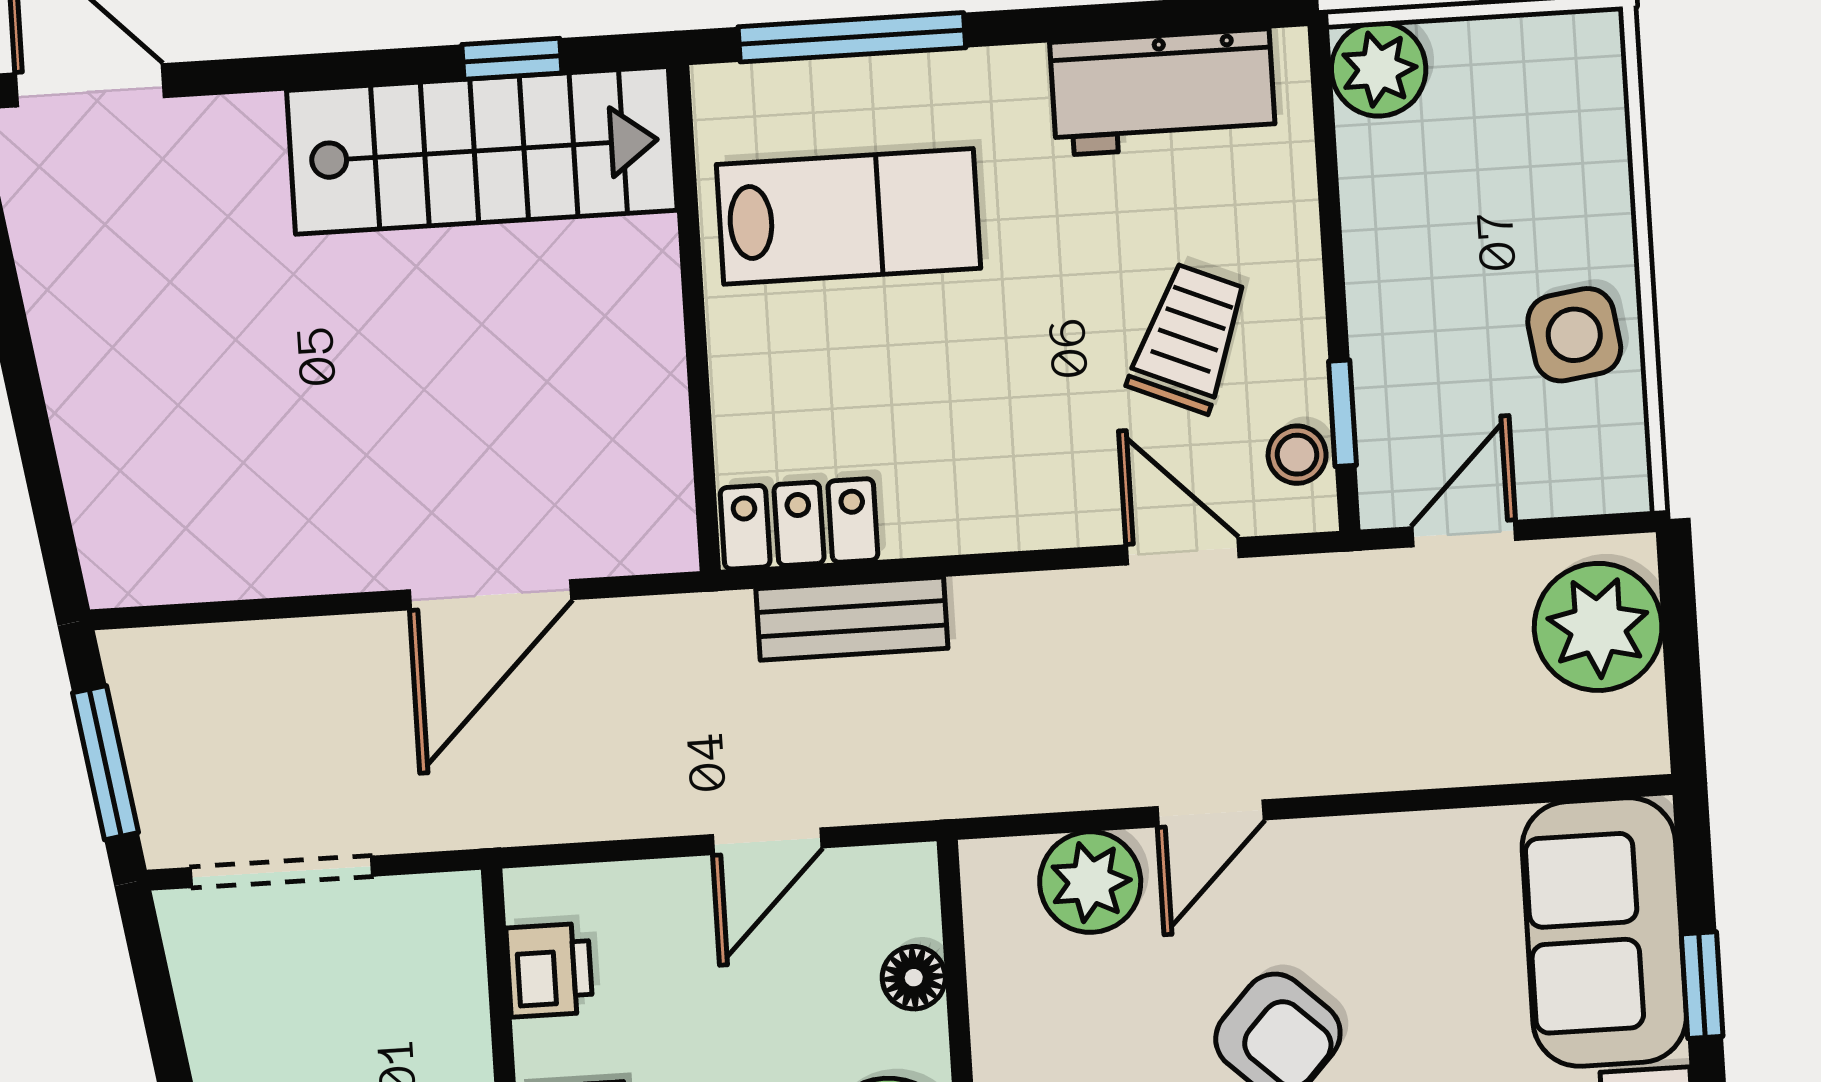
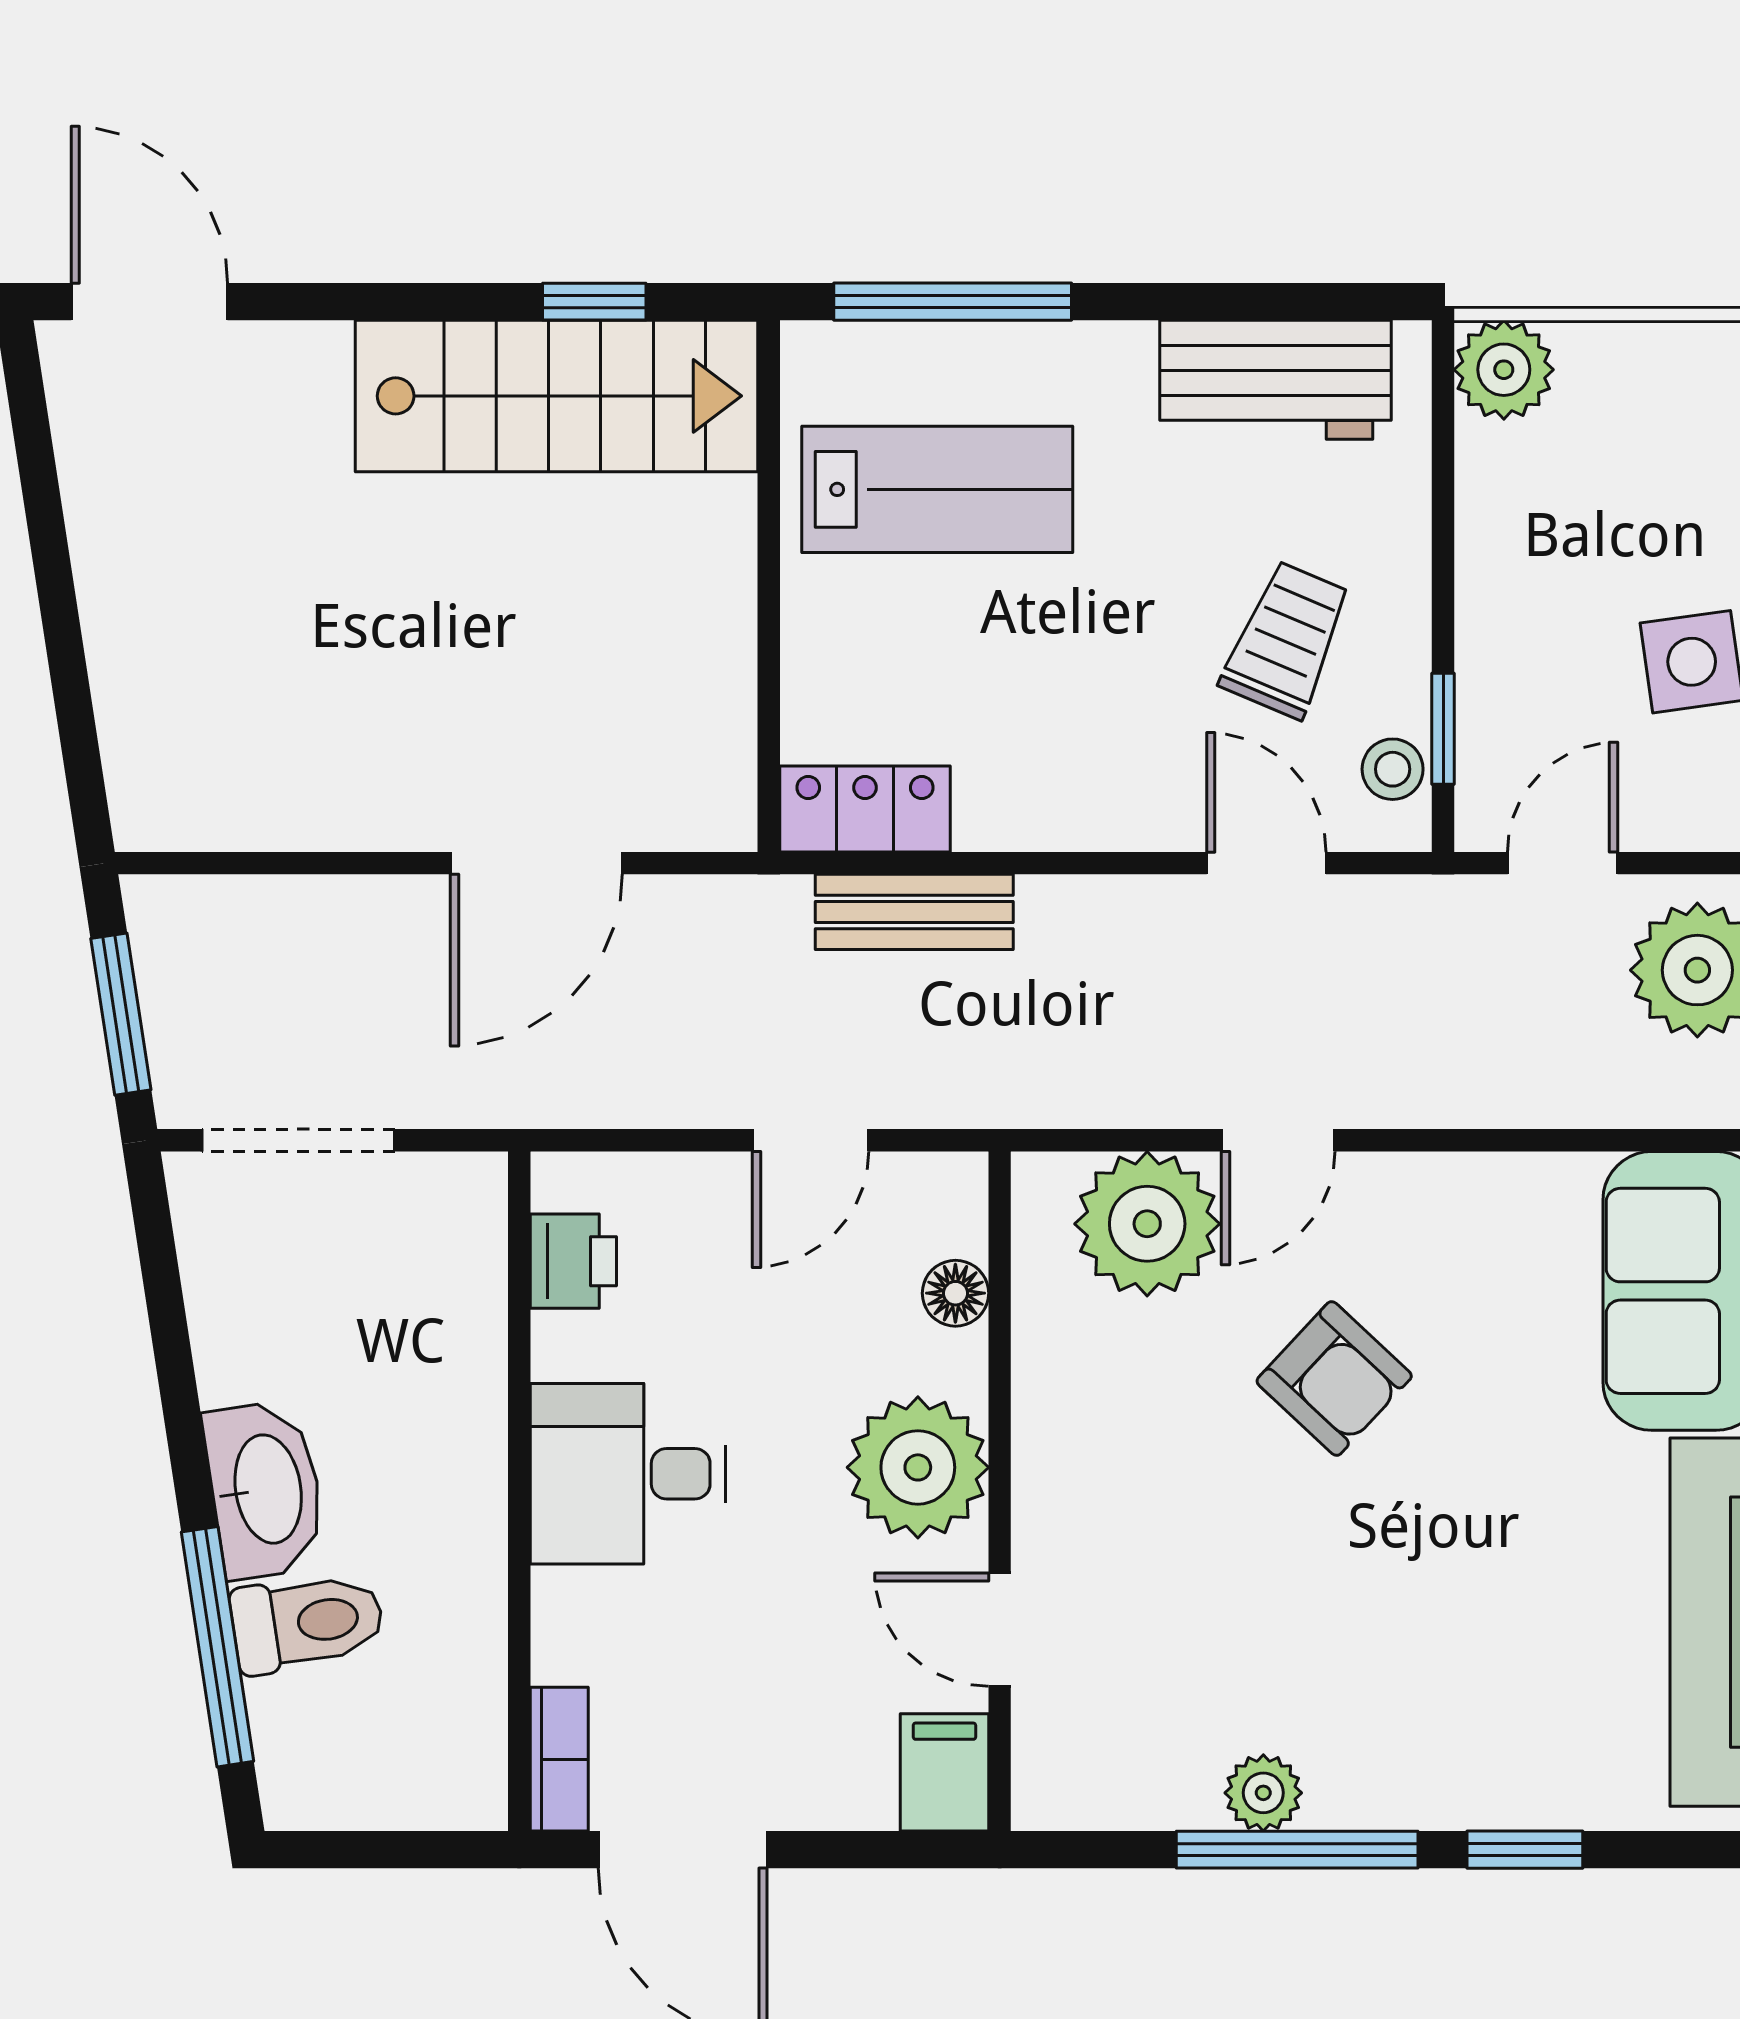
plant: (1090, 882) -> (1147, 1224), width x1.36, depth x1.36

